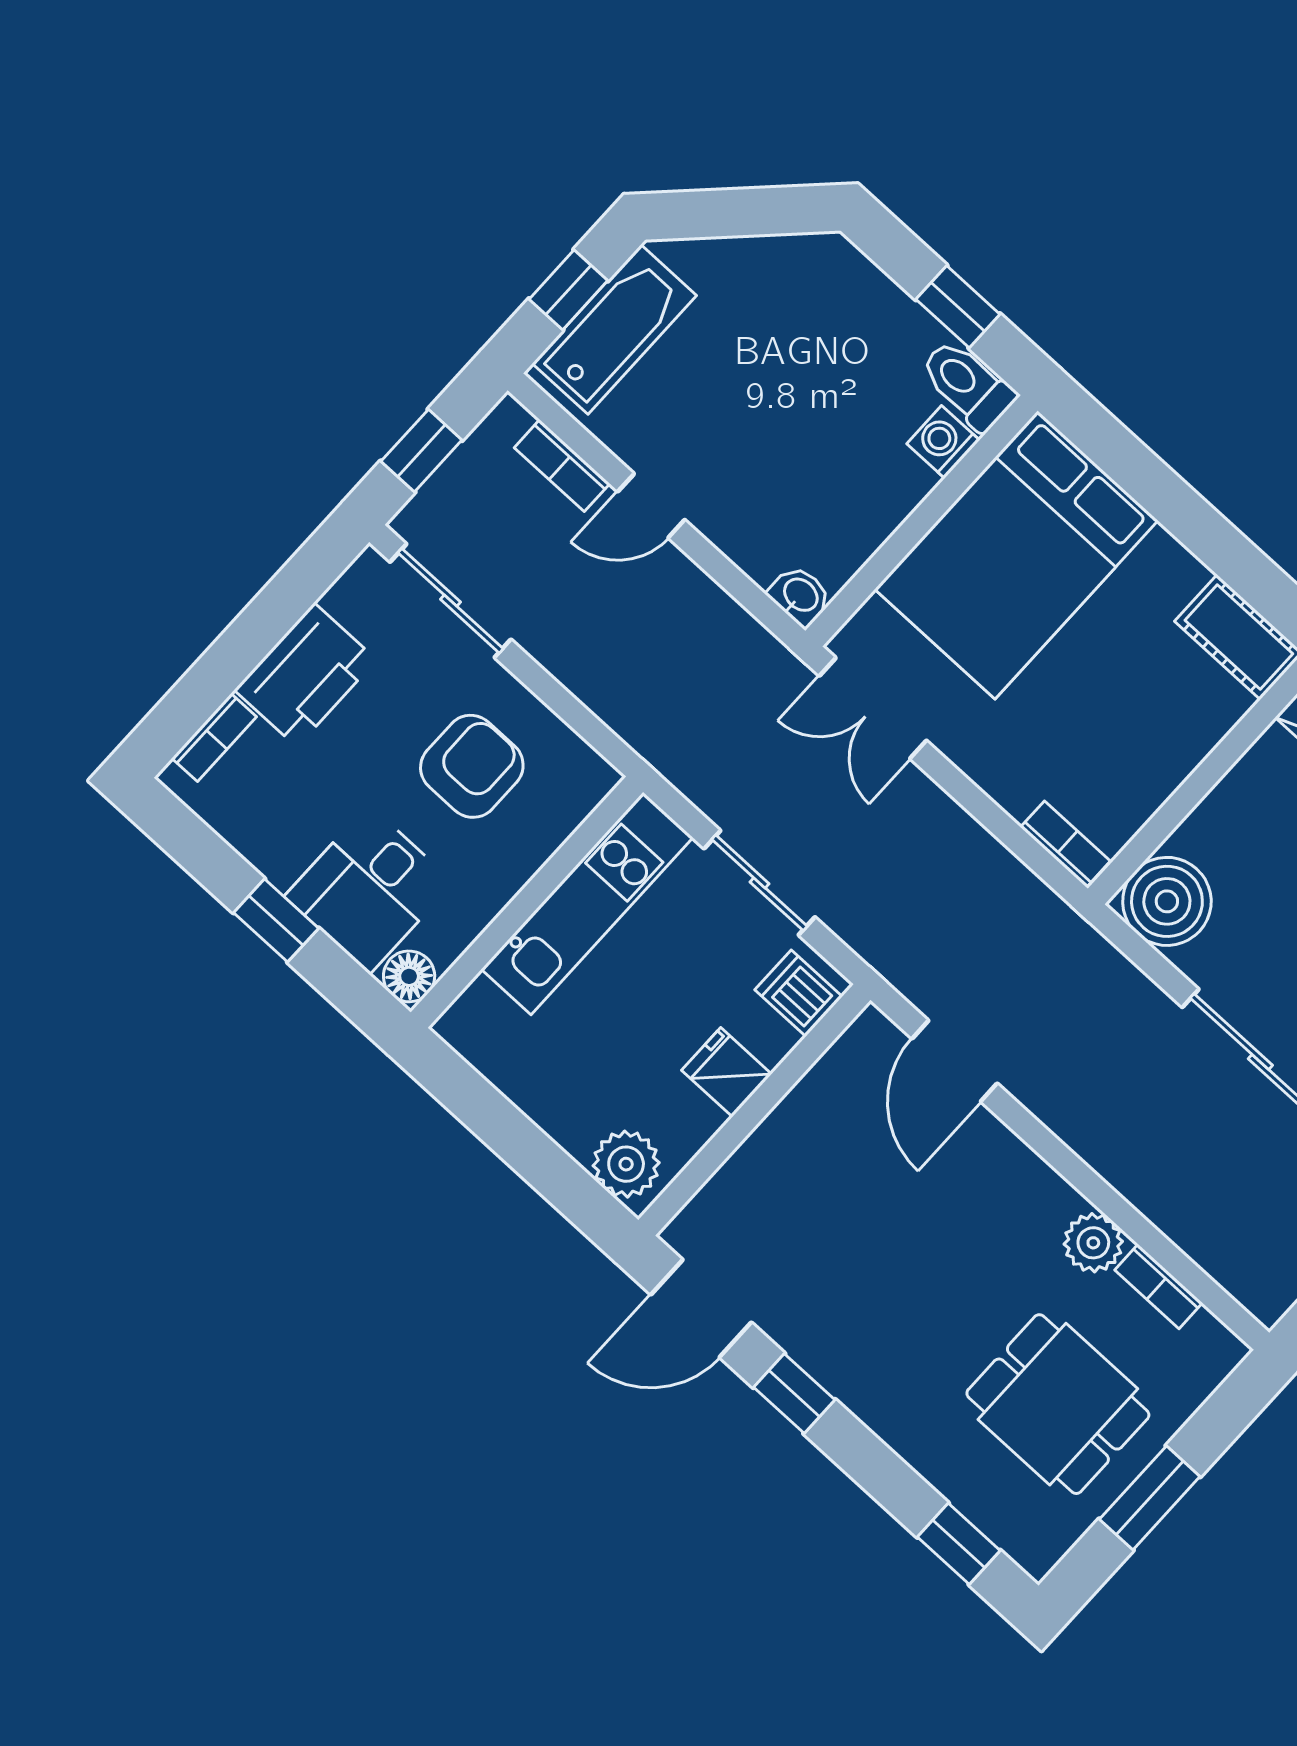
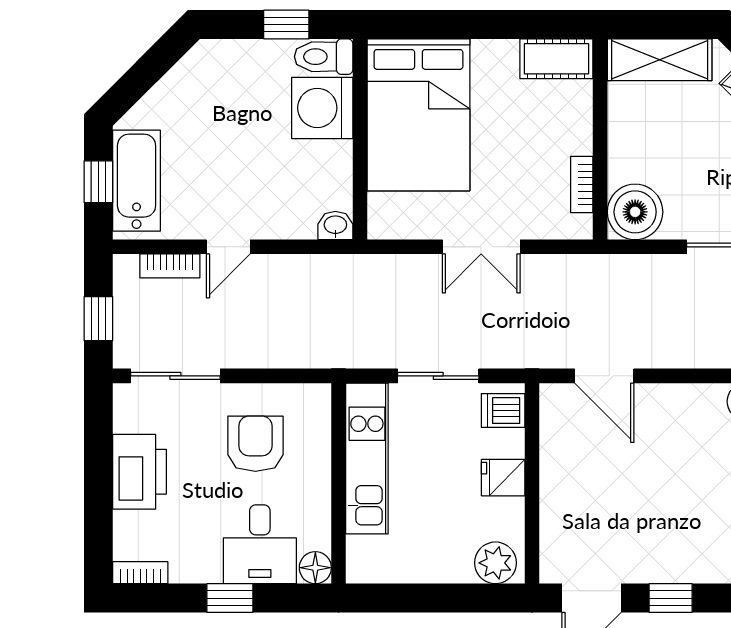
washing machine: (943, 442) -> (322, 108), width x1.89, depth x1.89
double door: (873, 708) -> (481, 247), moved
bookcase: (214, 738) -> (140, 573), moved, turned -90
bookcase: (1065, 844) -> (582, 185), moved, turned -90

